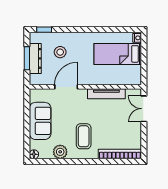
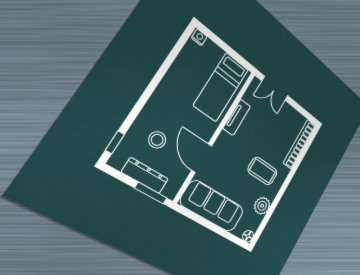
bed: (118, 54) -> (221, 87), moved
window: (27, 58) -> (151, 193), moved
tv unit: (106, 94) -> (237, 117), width x0.71
sofa: (40, 121) -> (213, 206), width x1.36

